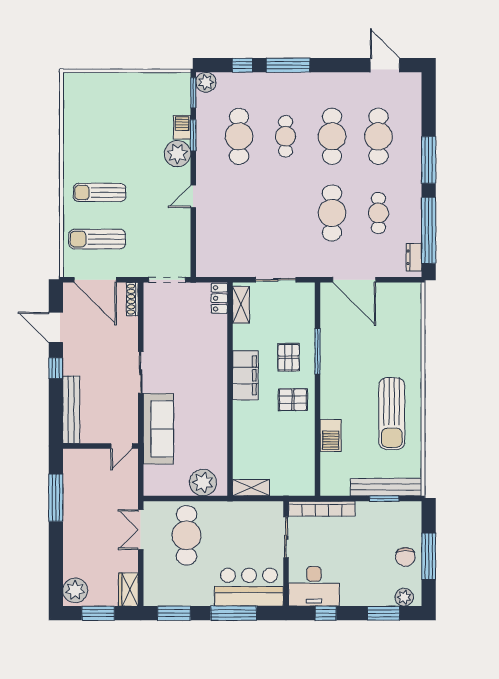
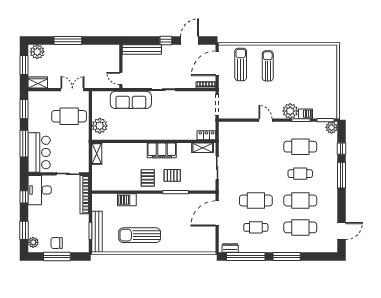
window: (56, 498) -> (68, 40), moved

